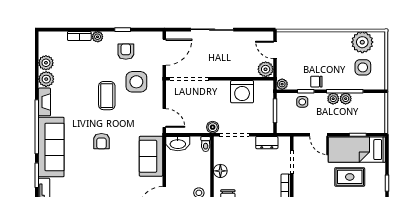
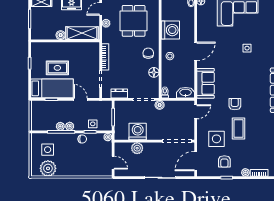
plant: (266, 69) -> (137, 148), moved
door: (164, 118) -> (196, 112), swing flipped
armchair: (101, 141) -> (235, 104), moved

